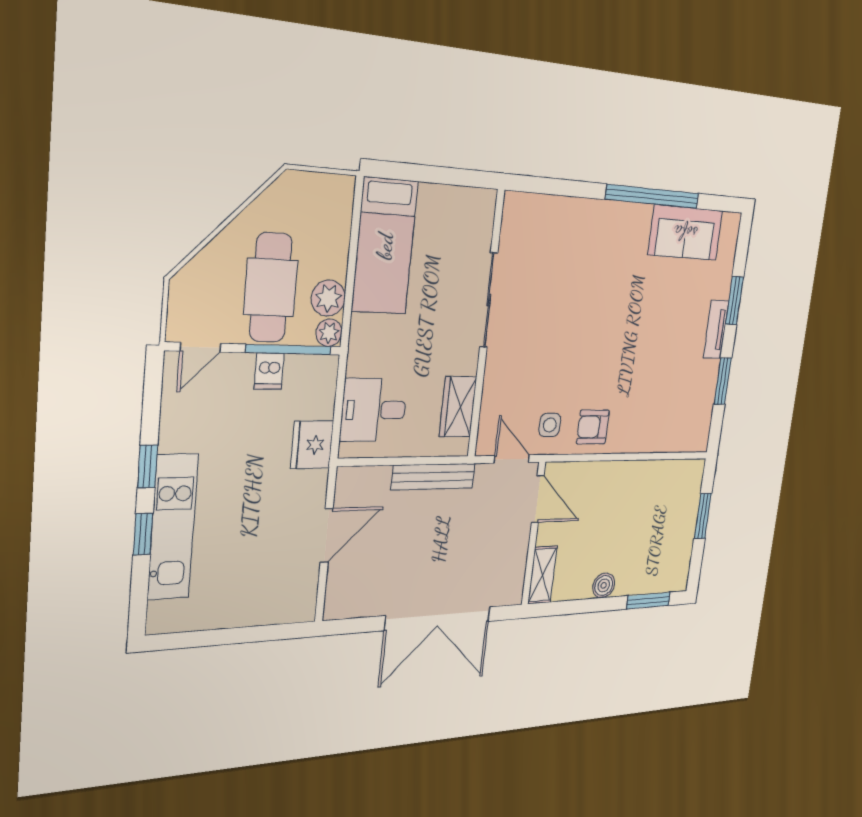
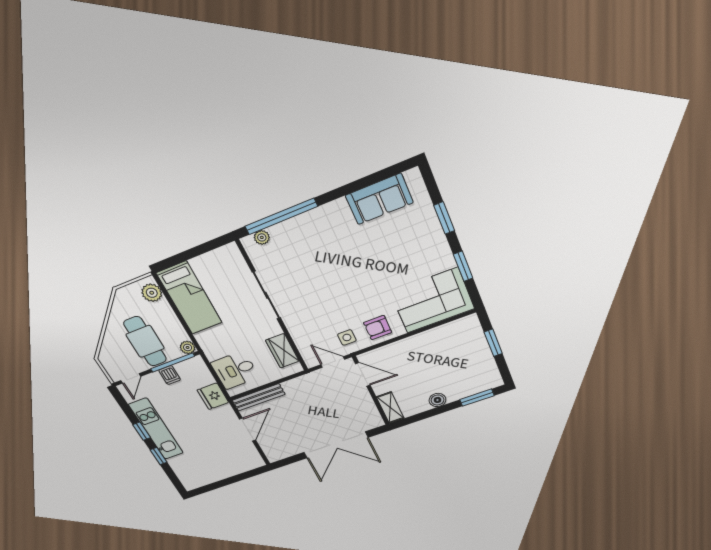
window: (653, 196) -> (281, 216), moved
plant: (533, 205) -> (262, 237), added
plant: (328, 298) -> (152, 293), moved
tv unit: (716, 329) -> (439, 241), removed
corner sofa: (670, 416) -> (432, 301), added
bench: (433, 477) -> (259, 397), moved
kitchen unit: (173, 527) -> (156, 429), moved

